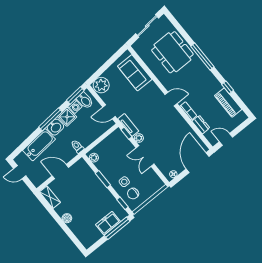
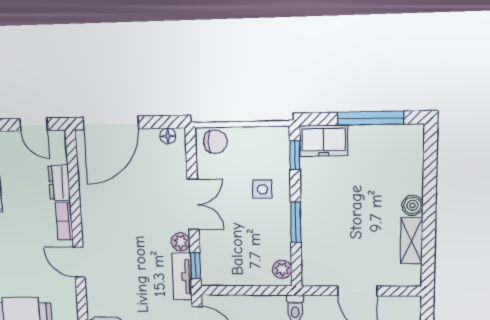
chair: (133, 194) -> (215, 142), moved
shelving: (50, 197) -> (411, 241), moved
freezer: (108, 223) -> (324, 141), moved
window: (117, 228) -> (371, 118), moved

